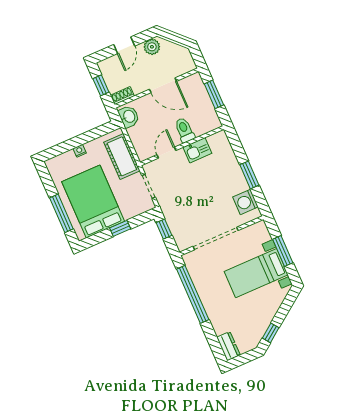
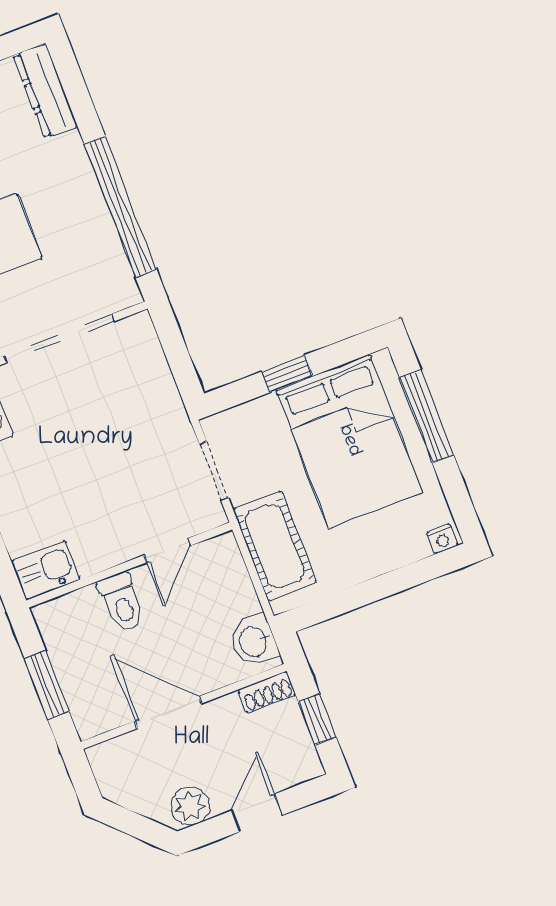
kitchen sink: (197, 150) -> (46, 570), moved
nightstand: (80, 151) -> (442, 539), moved
window: (164, 229) -> (182, 367), removed
dresser: (228, 346) -> (45, 91), width x1.44

